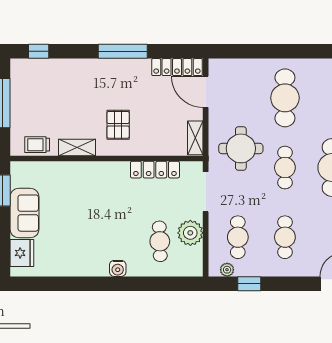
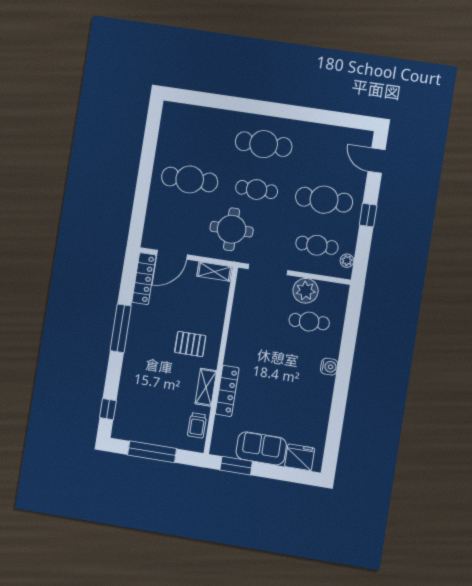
locker: (155, 170) -> (227, 391), moved
cafe table: (285, 237) -> (324, 200), width x1.37, depth x1.35
window: (249, 284) -> (368, 215), moved

